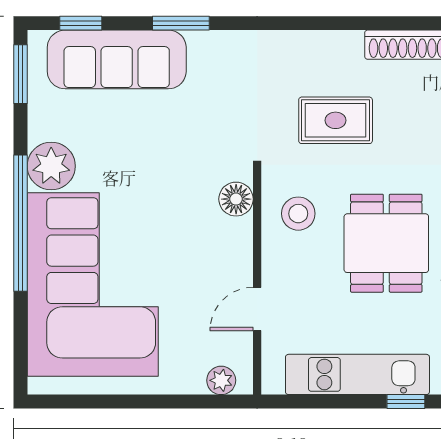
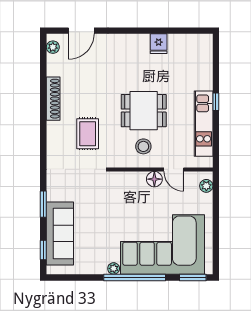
window: (20, 74) -> (193, 277), moved
plant: (51, 166) -> (114, 268), width x0.53, depth x0.53
floor lamp: (236, 199) -> (154, 179), moved
stool: (298, 214) -> (143, 146), moved

